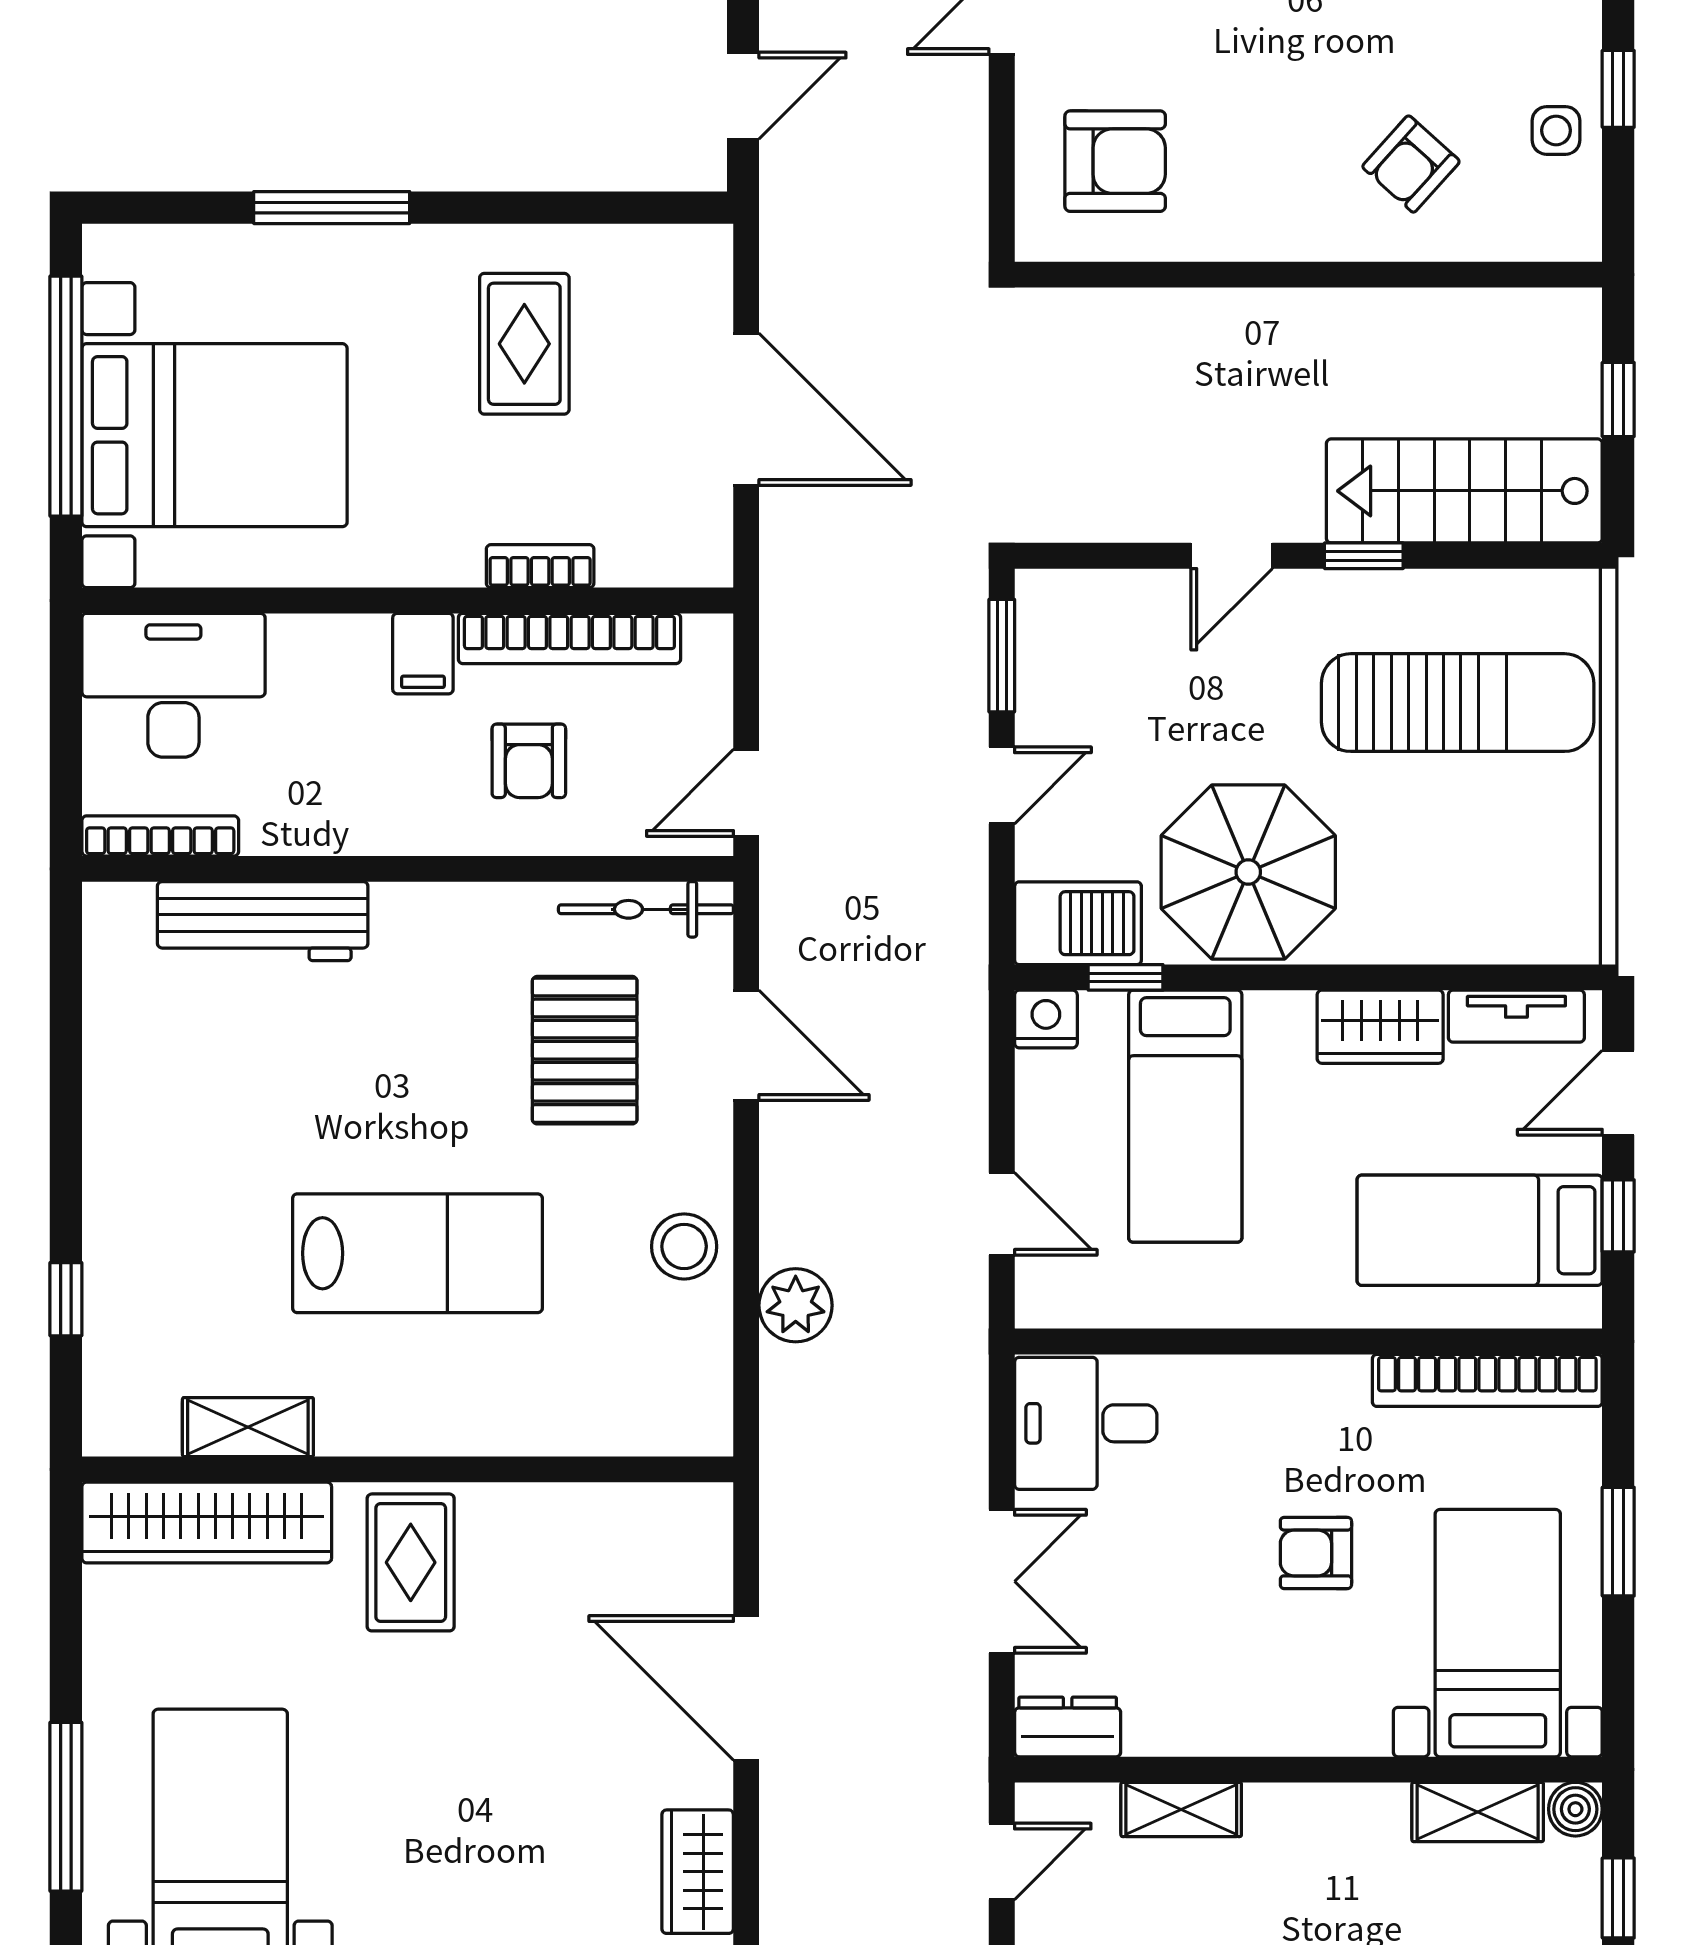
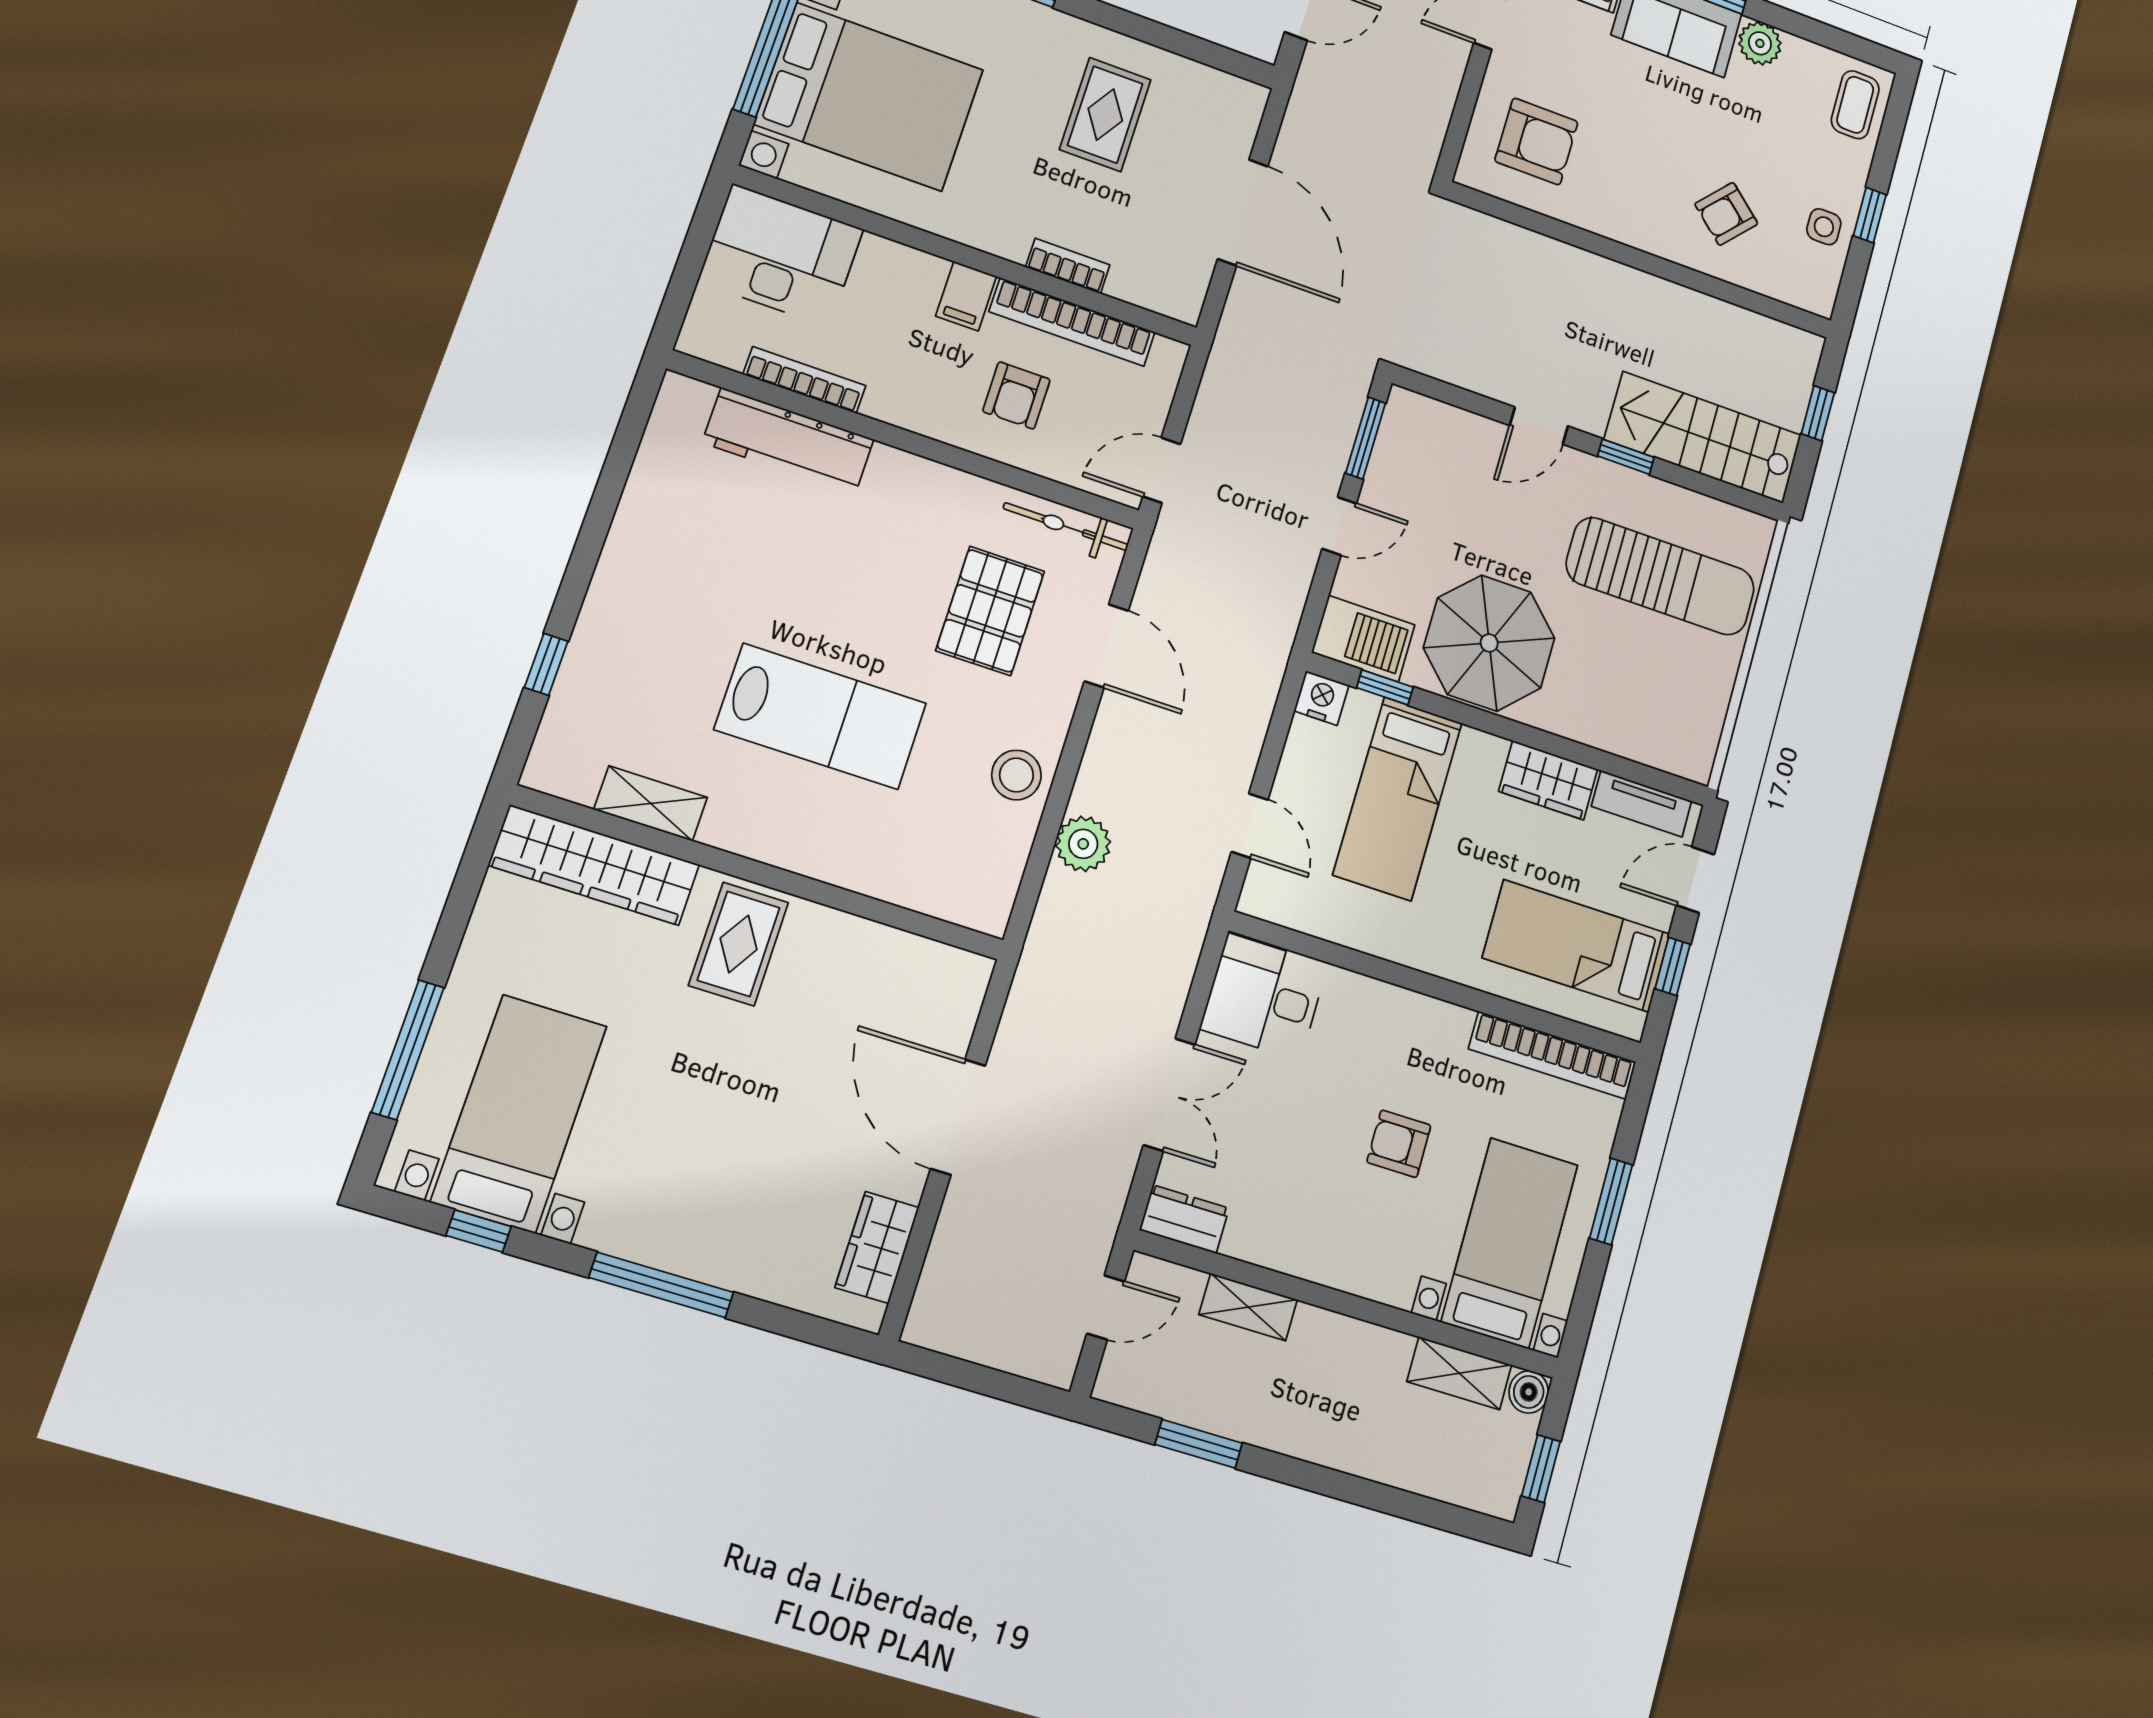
bookcase: (160, 836) -> (804, 380), moved

